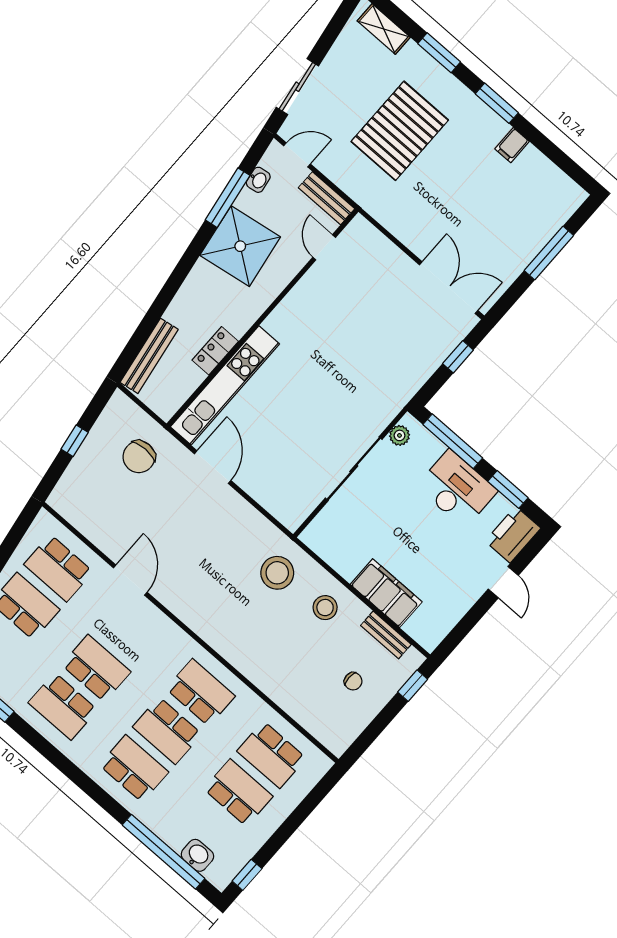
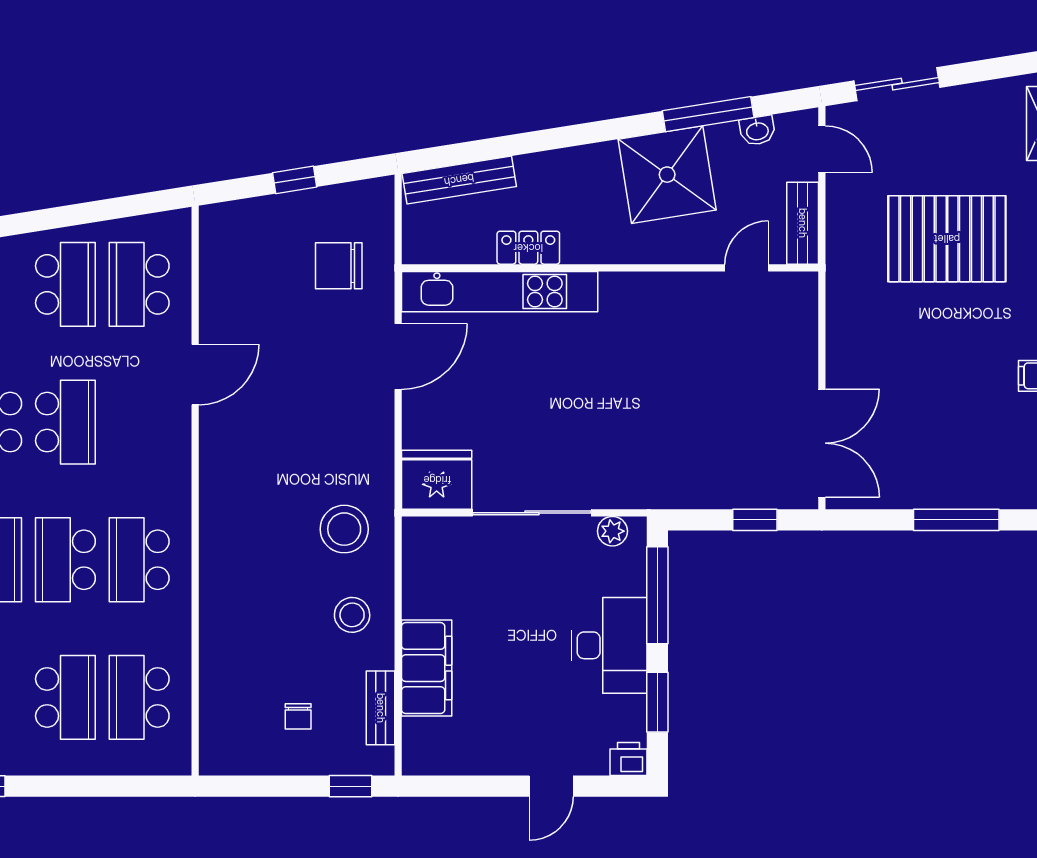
fridge: (294, 503) -> (437, 480), added
printer: (513, 535) -> (628, 759), width x0.53, depth x0.68
school desk: (201, 692) -> (139, 560), turned 180

